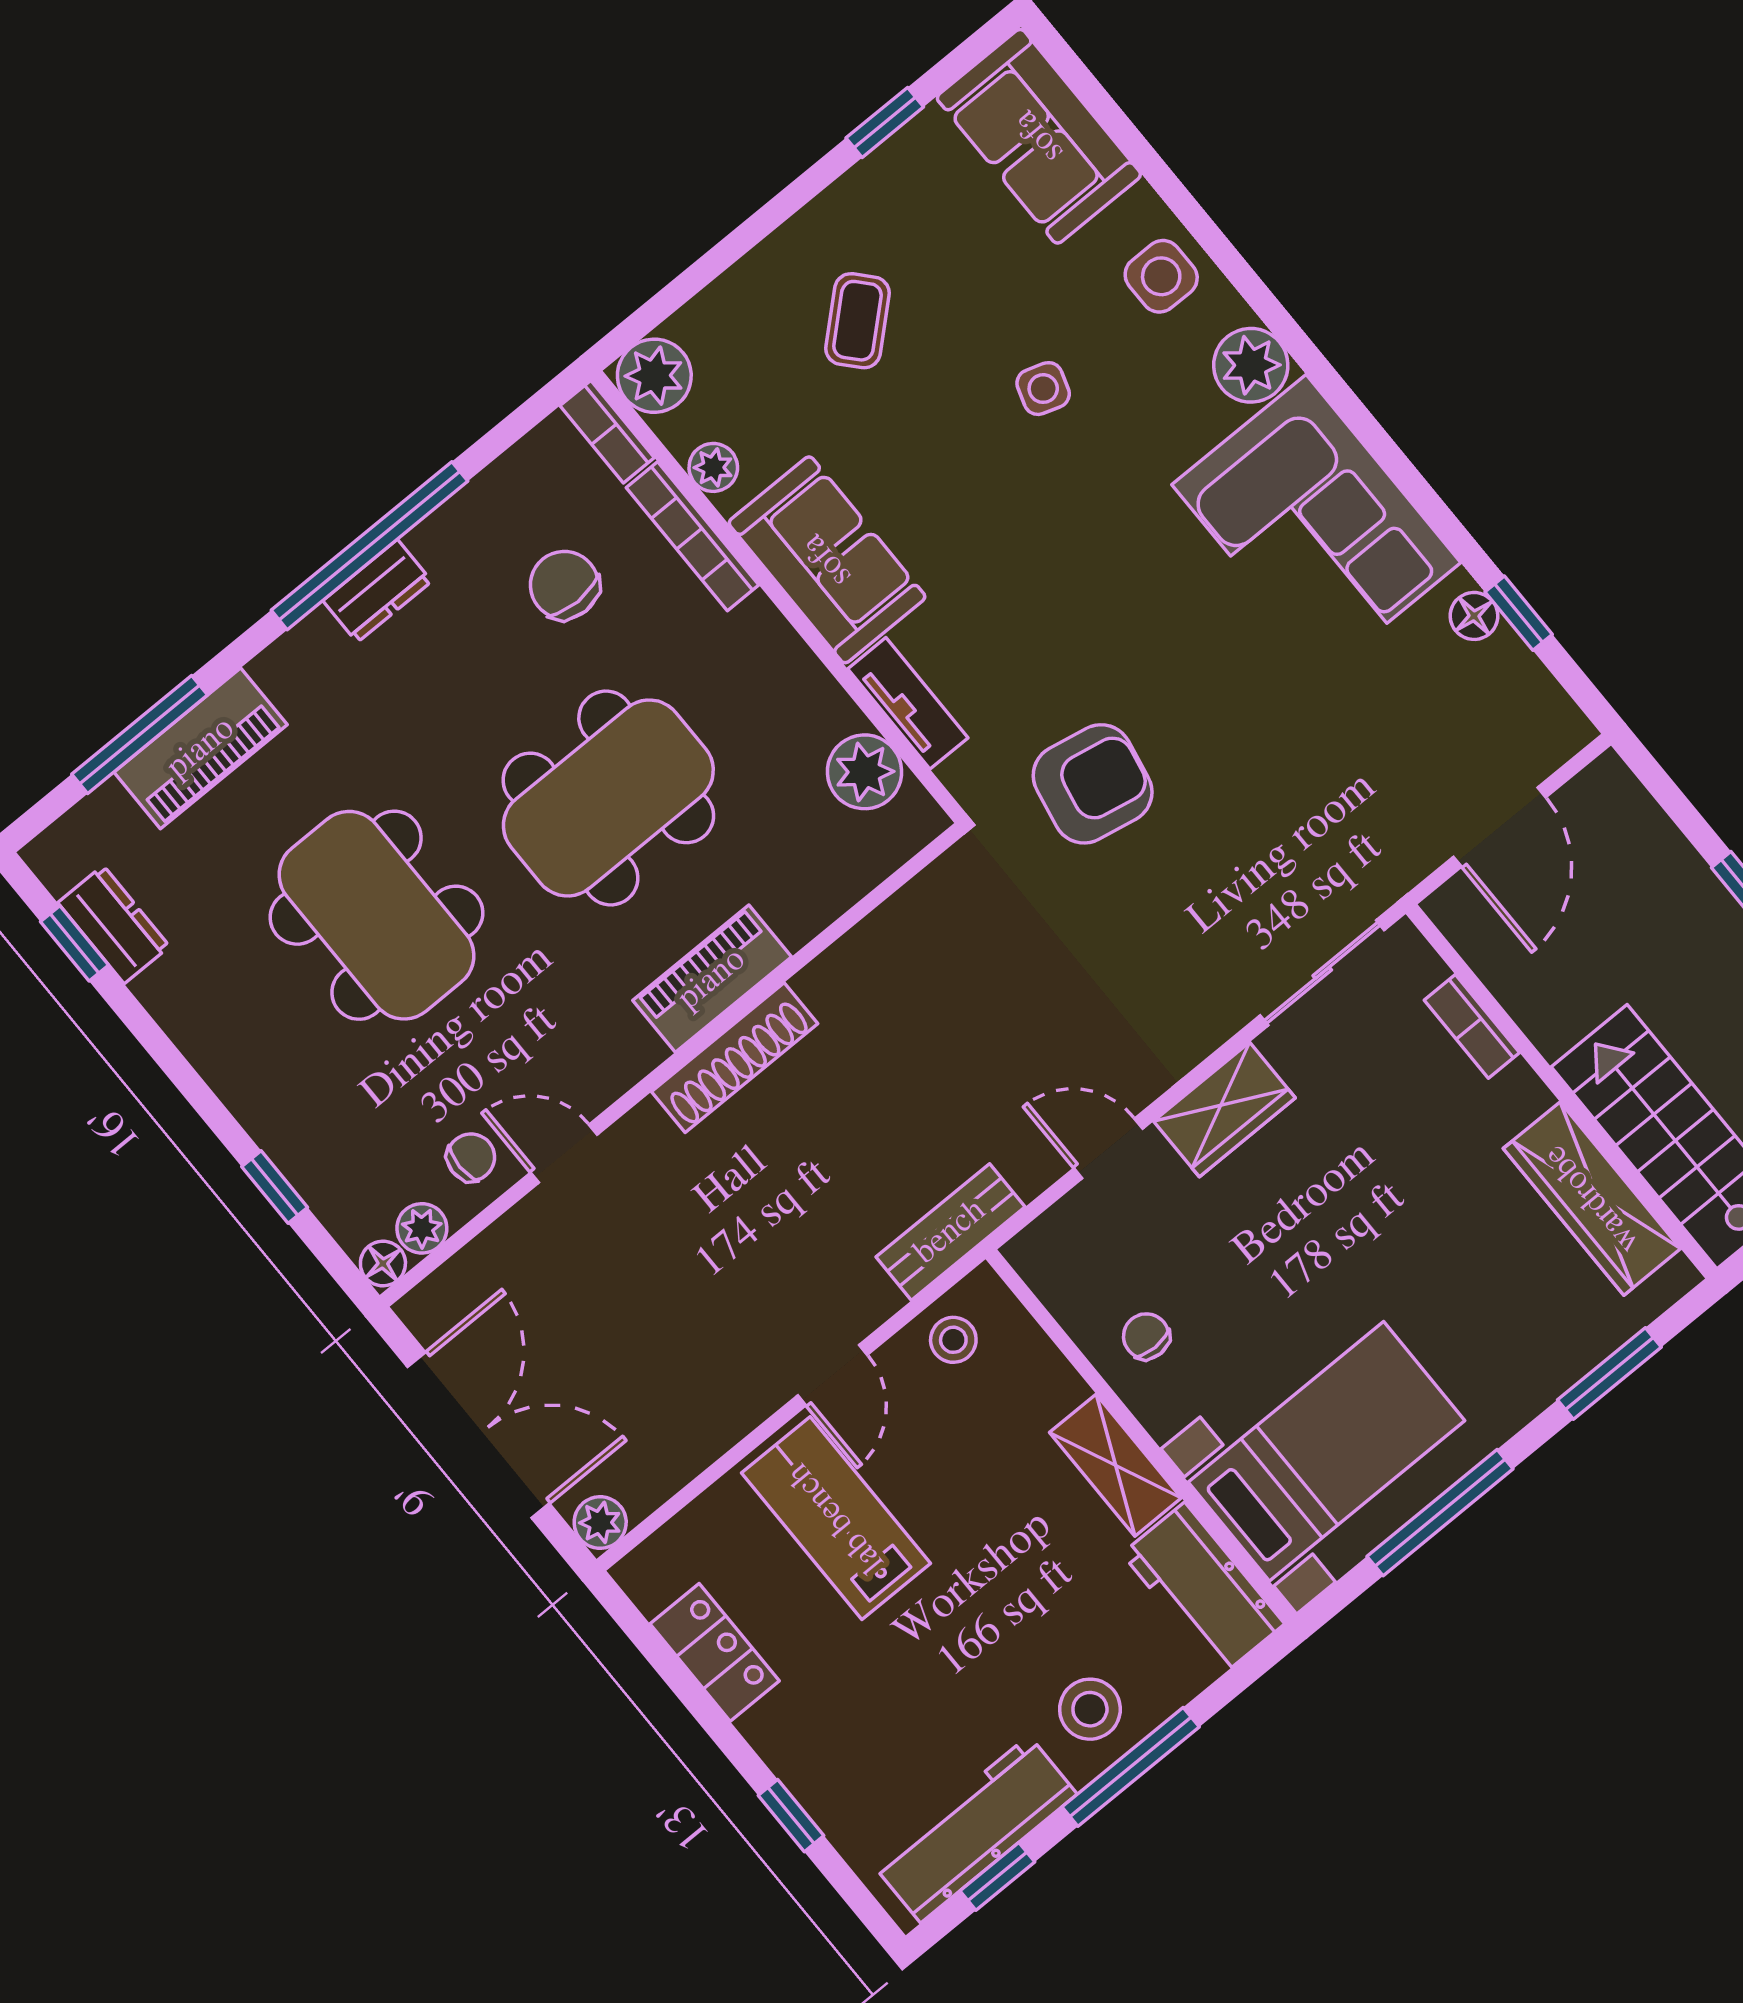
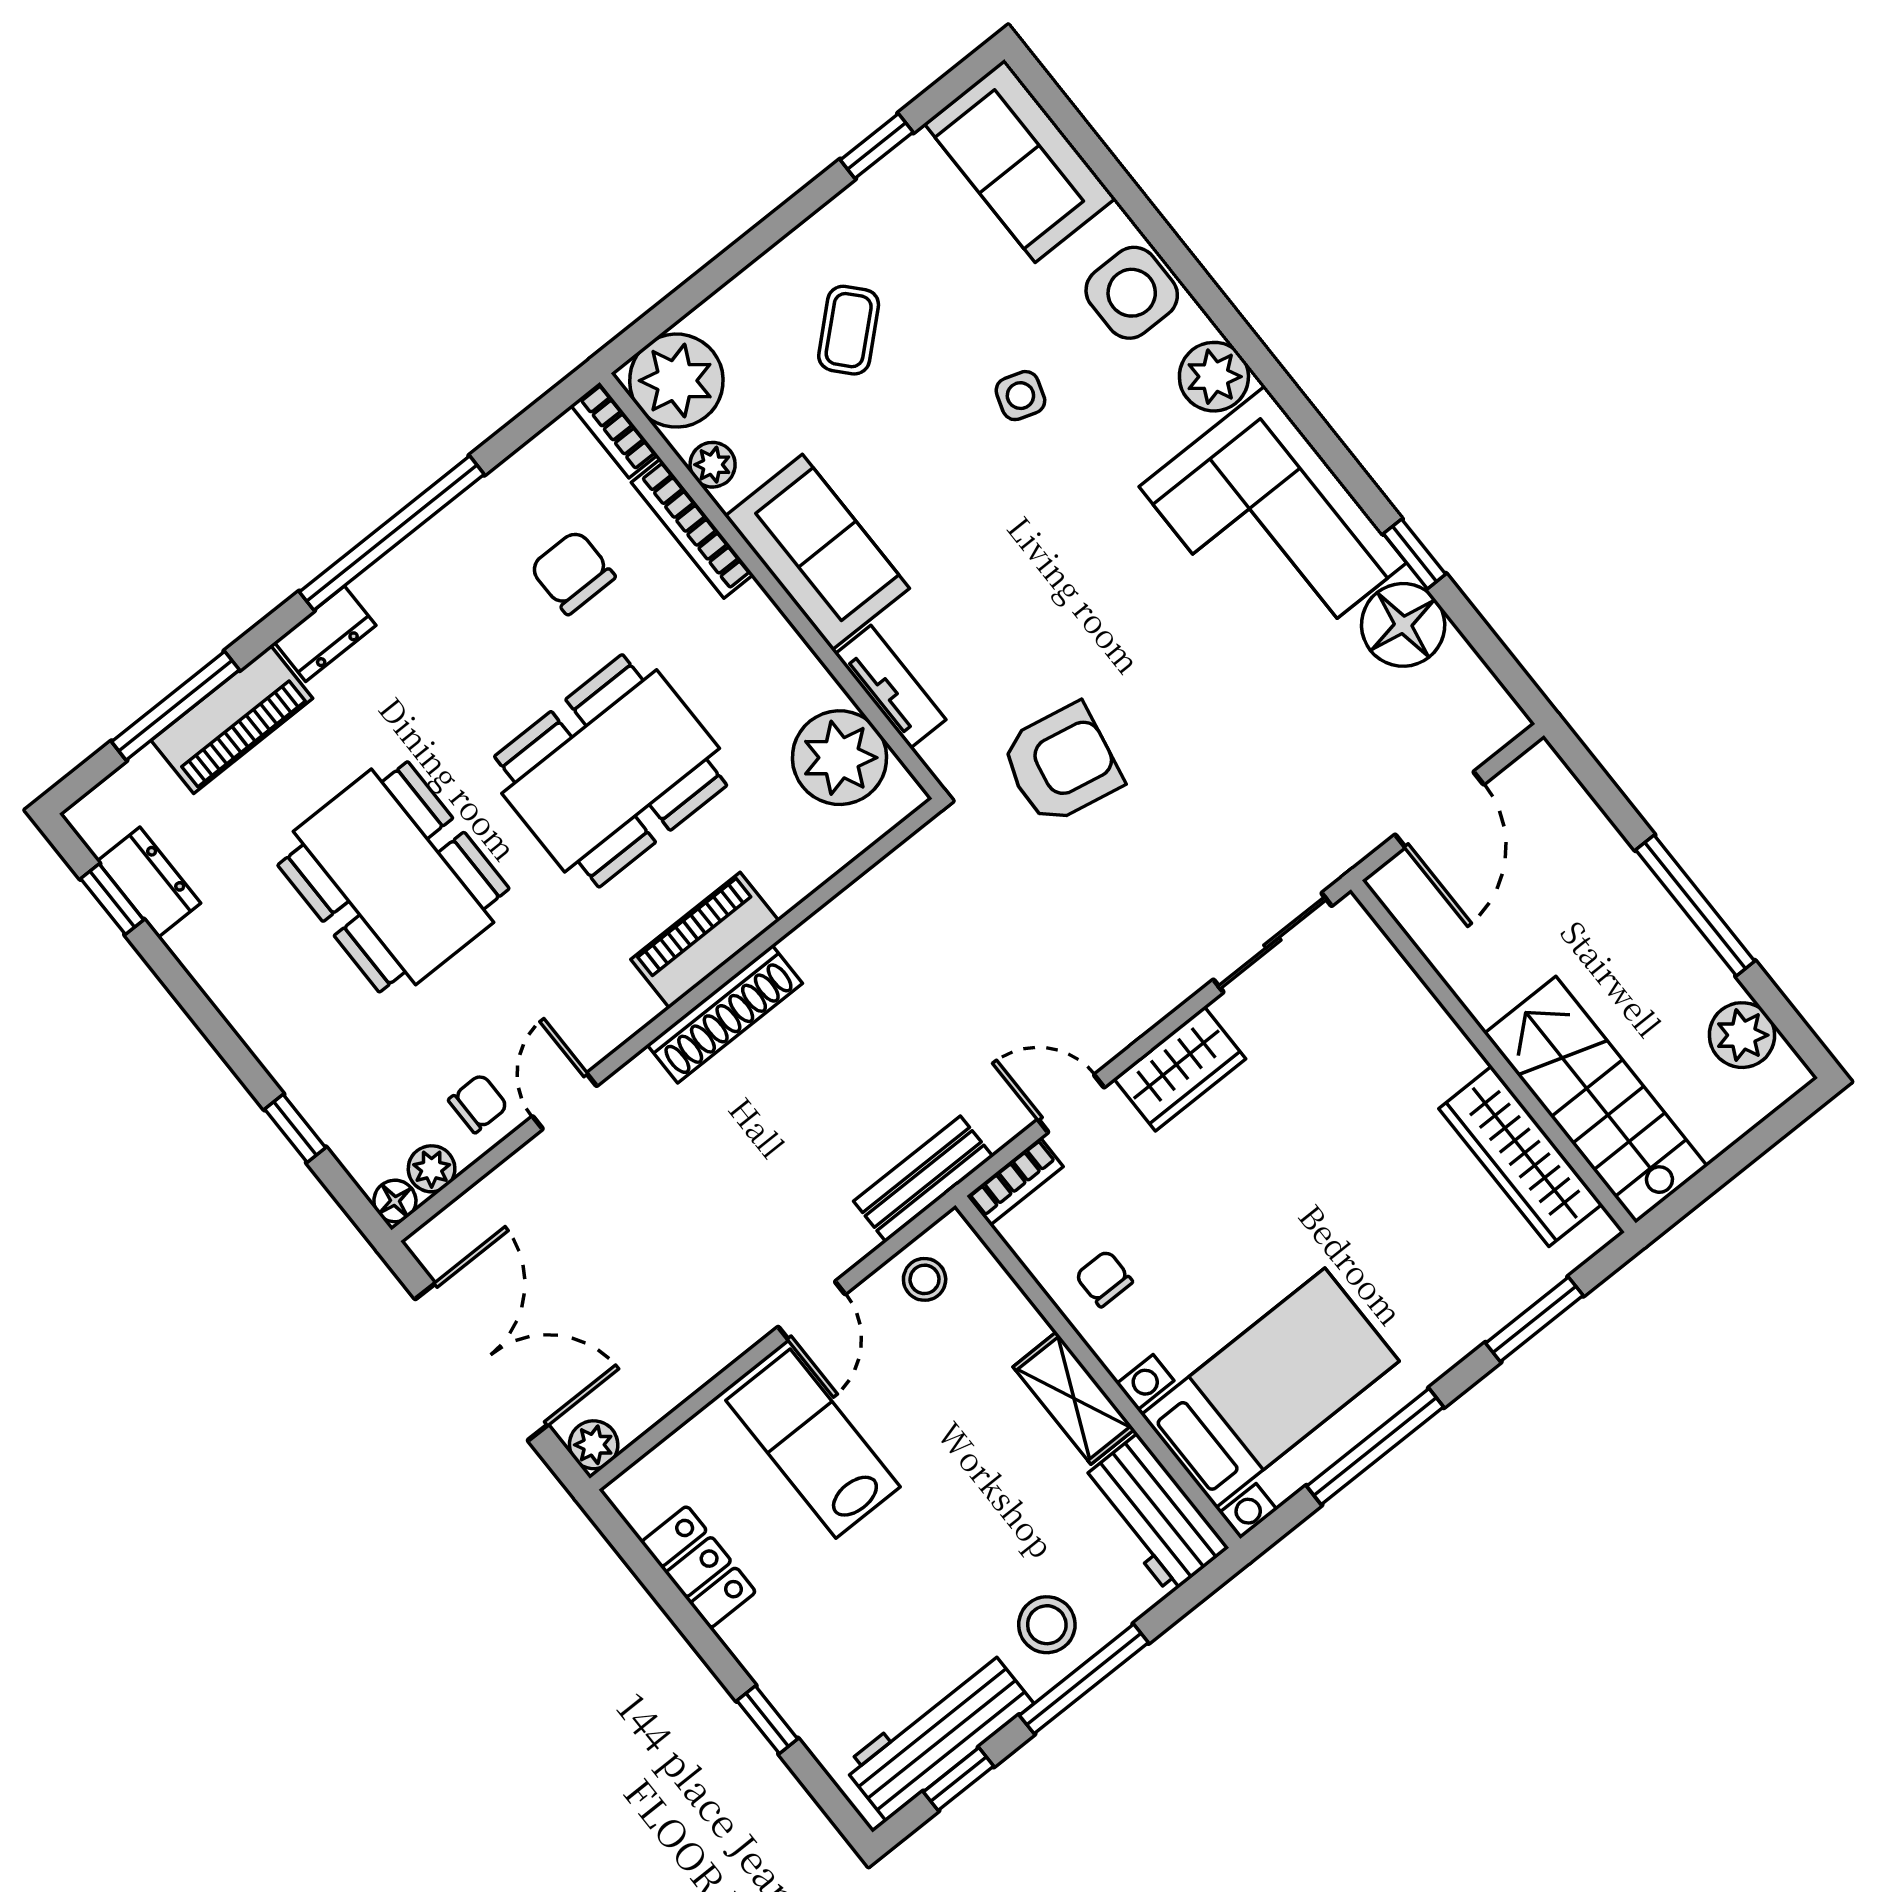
side table: (1161, 276) -> (1132, 293), width x1.37, depth x1.37
plant: (654, 376) -> (676, 381), width x1.36, depth x1.36
dresser: (377, 591) -> (325, 634), moved
window: (1519, 613) -> (1415, 554), moved
floor lamp: (1474, 616) -> (1403, 625), width x1.89, depth x1.89
plant: (865, 772) -> (839, 758), width x1.36, depth x1.36
bookcase: (1472, 1026) -> (1015, 1181), moved, turned -90
door: (564, 1154) -> (565, 1101), hinge flipped

